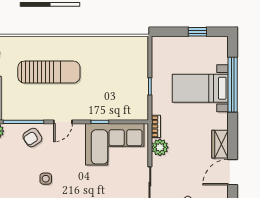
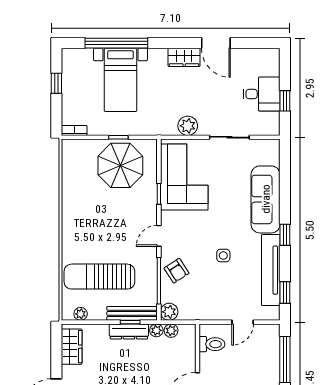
sun lounger: (49, 72) -> (99, 277), moved, turned -90
parasol: (125, 88) -> (120, 165), added
door: (63, 122) -> (159, 236), swing flipped
bookcase: (156, 126) -> (74, 130), moved

